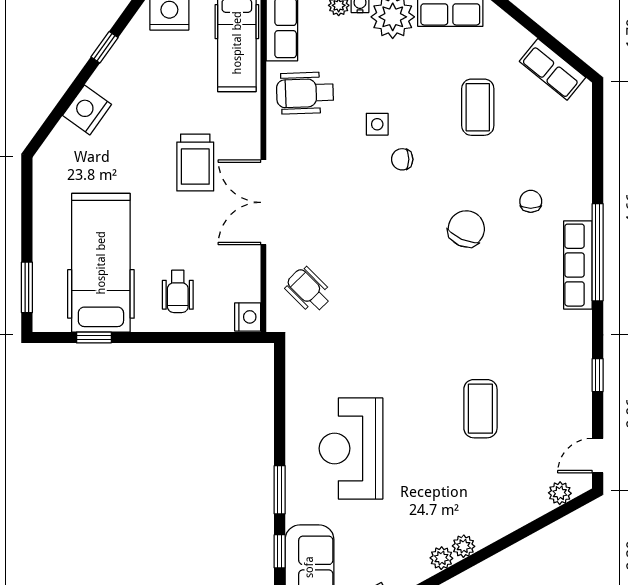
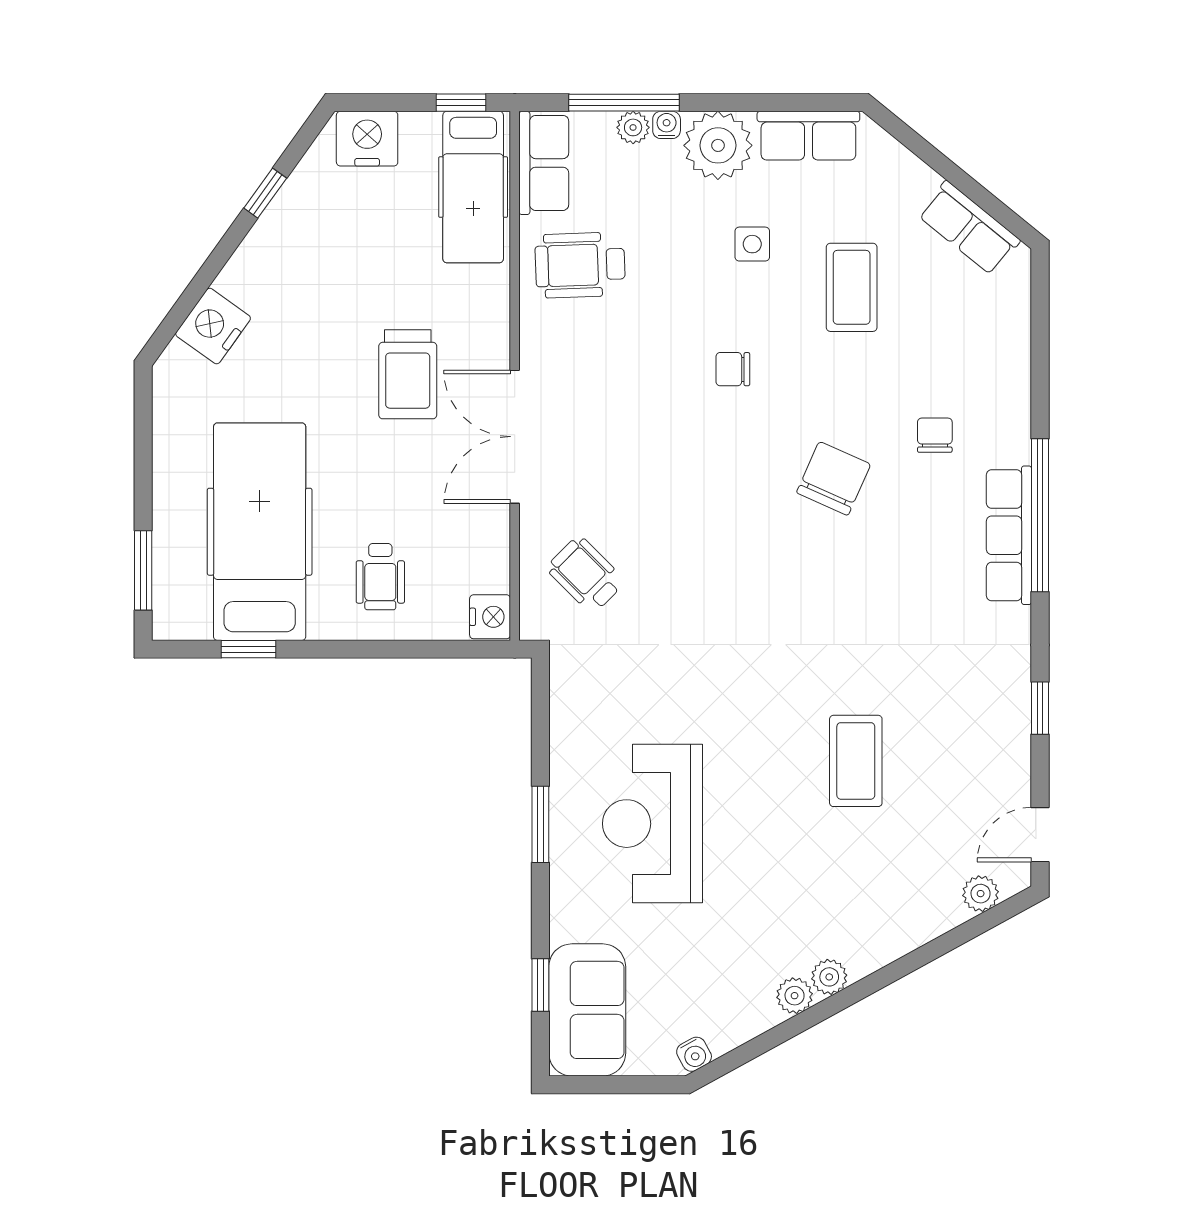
nightstand: (87, 110) -> (213, 326), moved
side table: (377, 124) -> (752, 244), moved
window: (280, 490) -> (540, 824), moved

